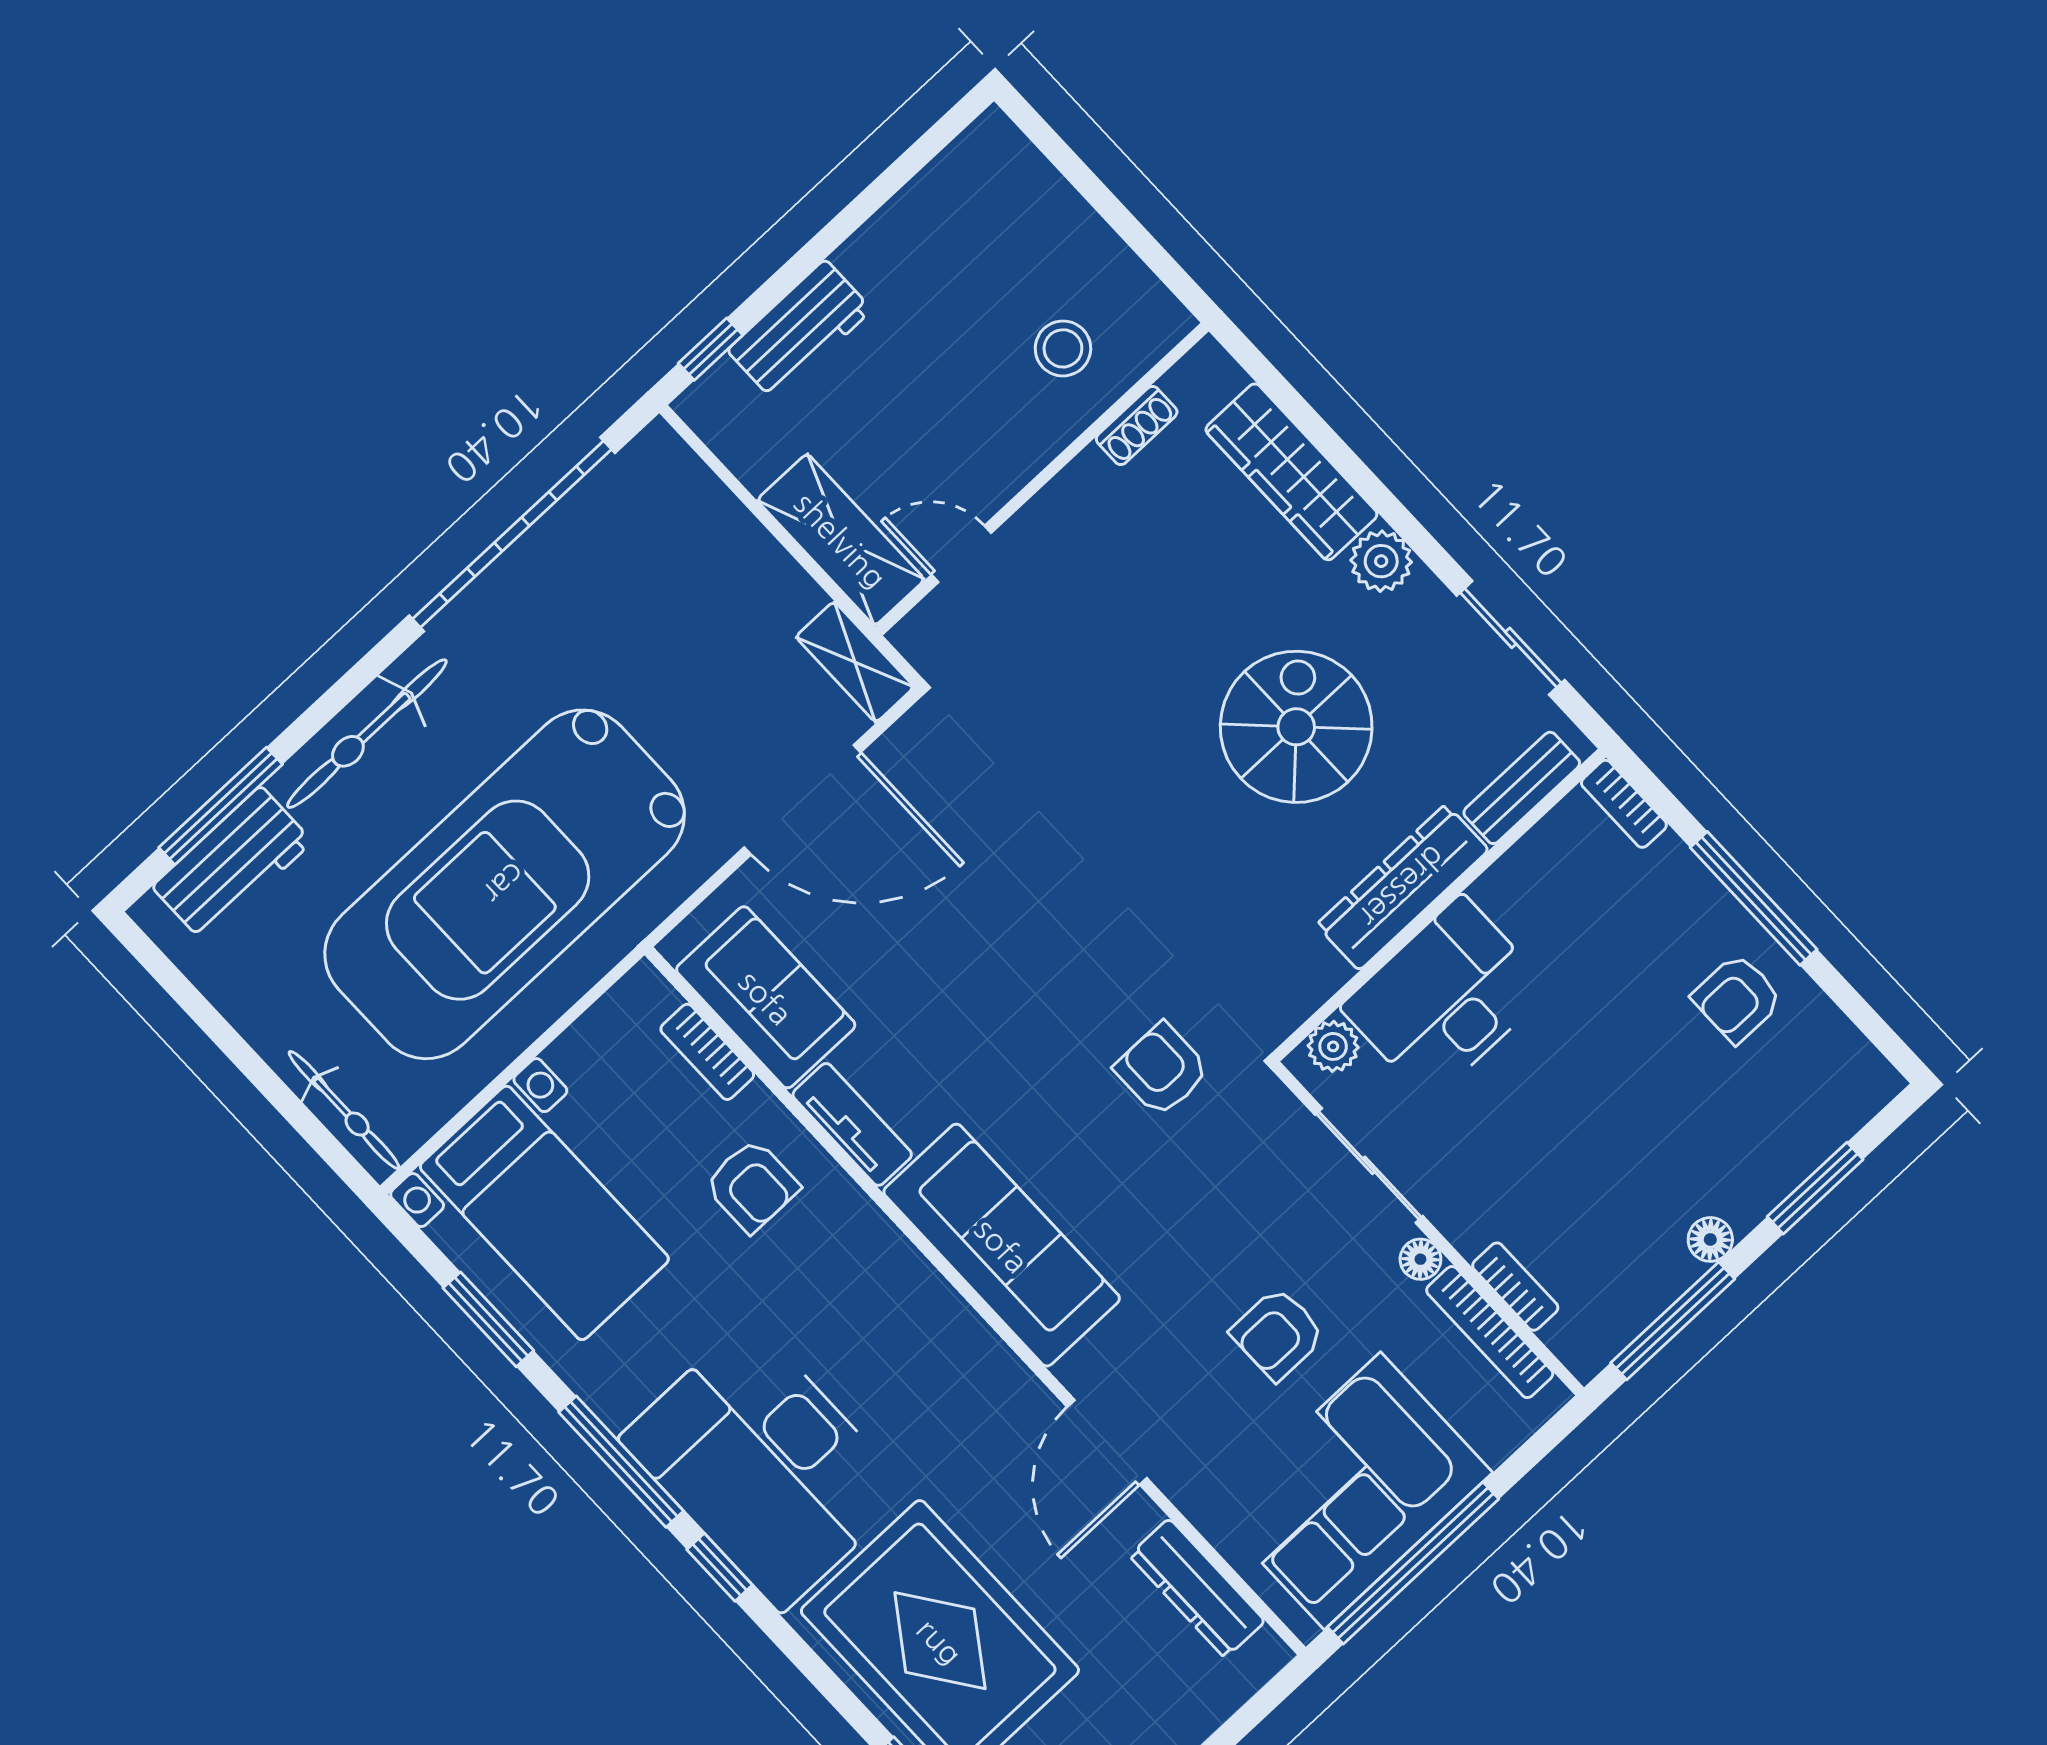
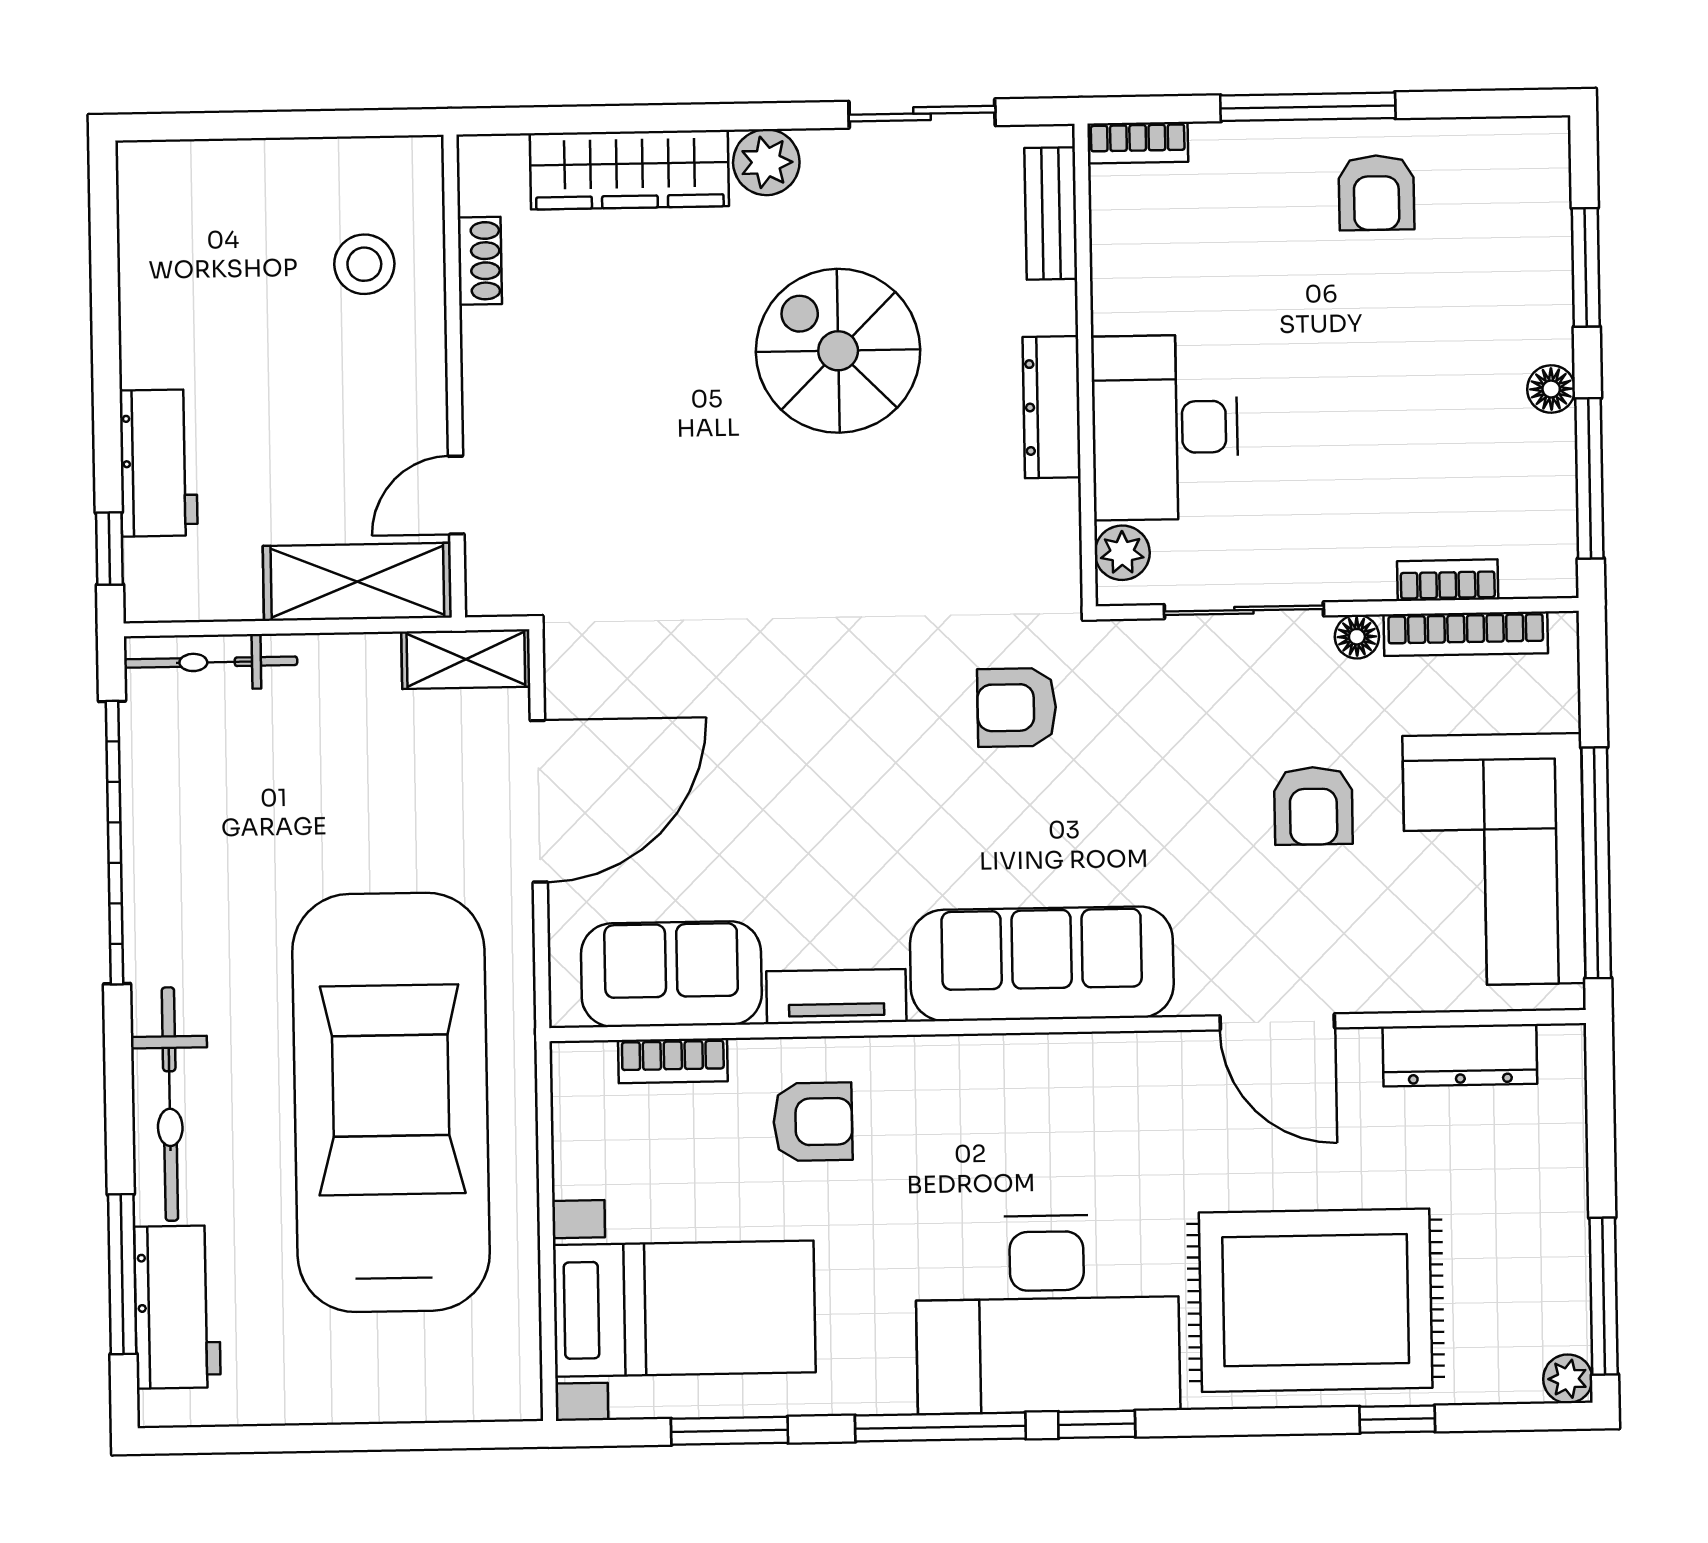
car: (505, 884) -> (391, 1102), turned 180
dresser: (1403, 887) -> (1052, 407), width x0.73, depth x0.80
bicycle: (344, 1110) -> (211, 662), moved, turned 180

